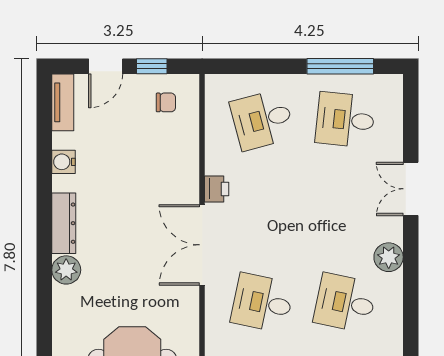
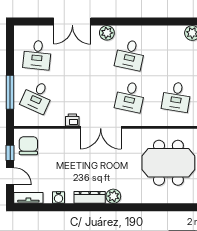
window: (340, 66) -> (10, 92), moved
chair: (166, 102) -> (28, 146), width x1.87, depth x1.87
desk: (262, 120) -> (37, 97), turned 39
double door: (411, 189) -> (72, 22), width x1.37

